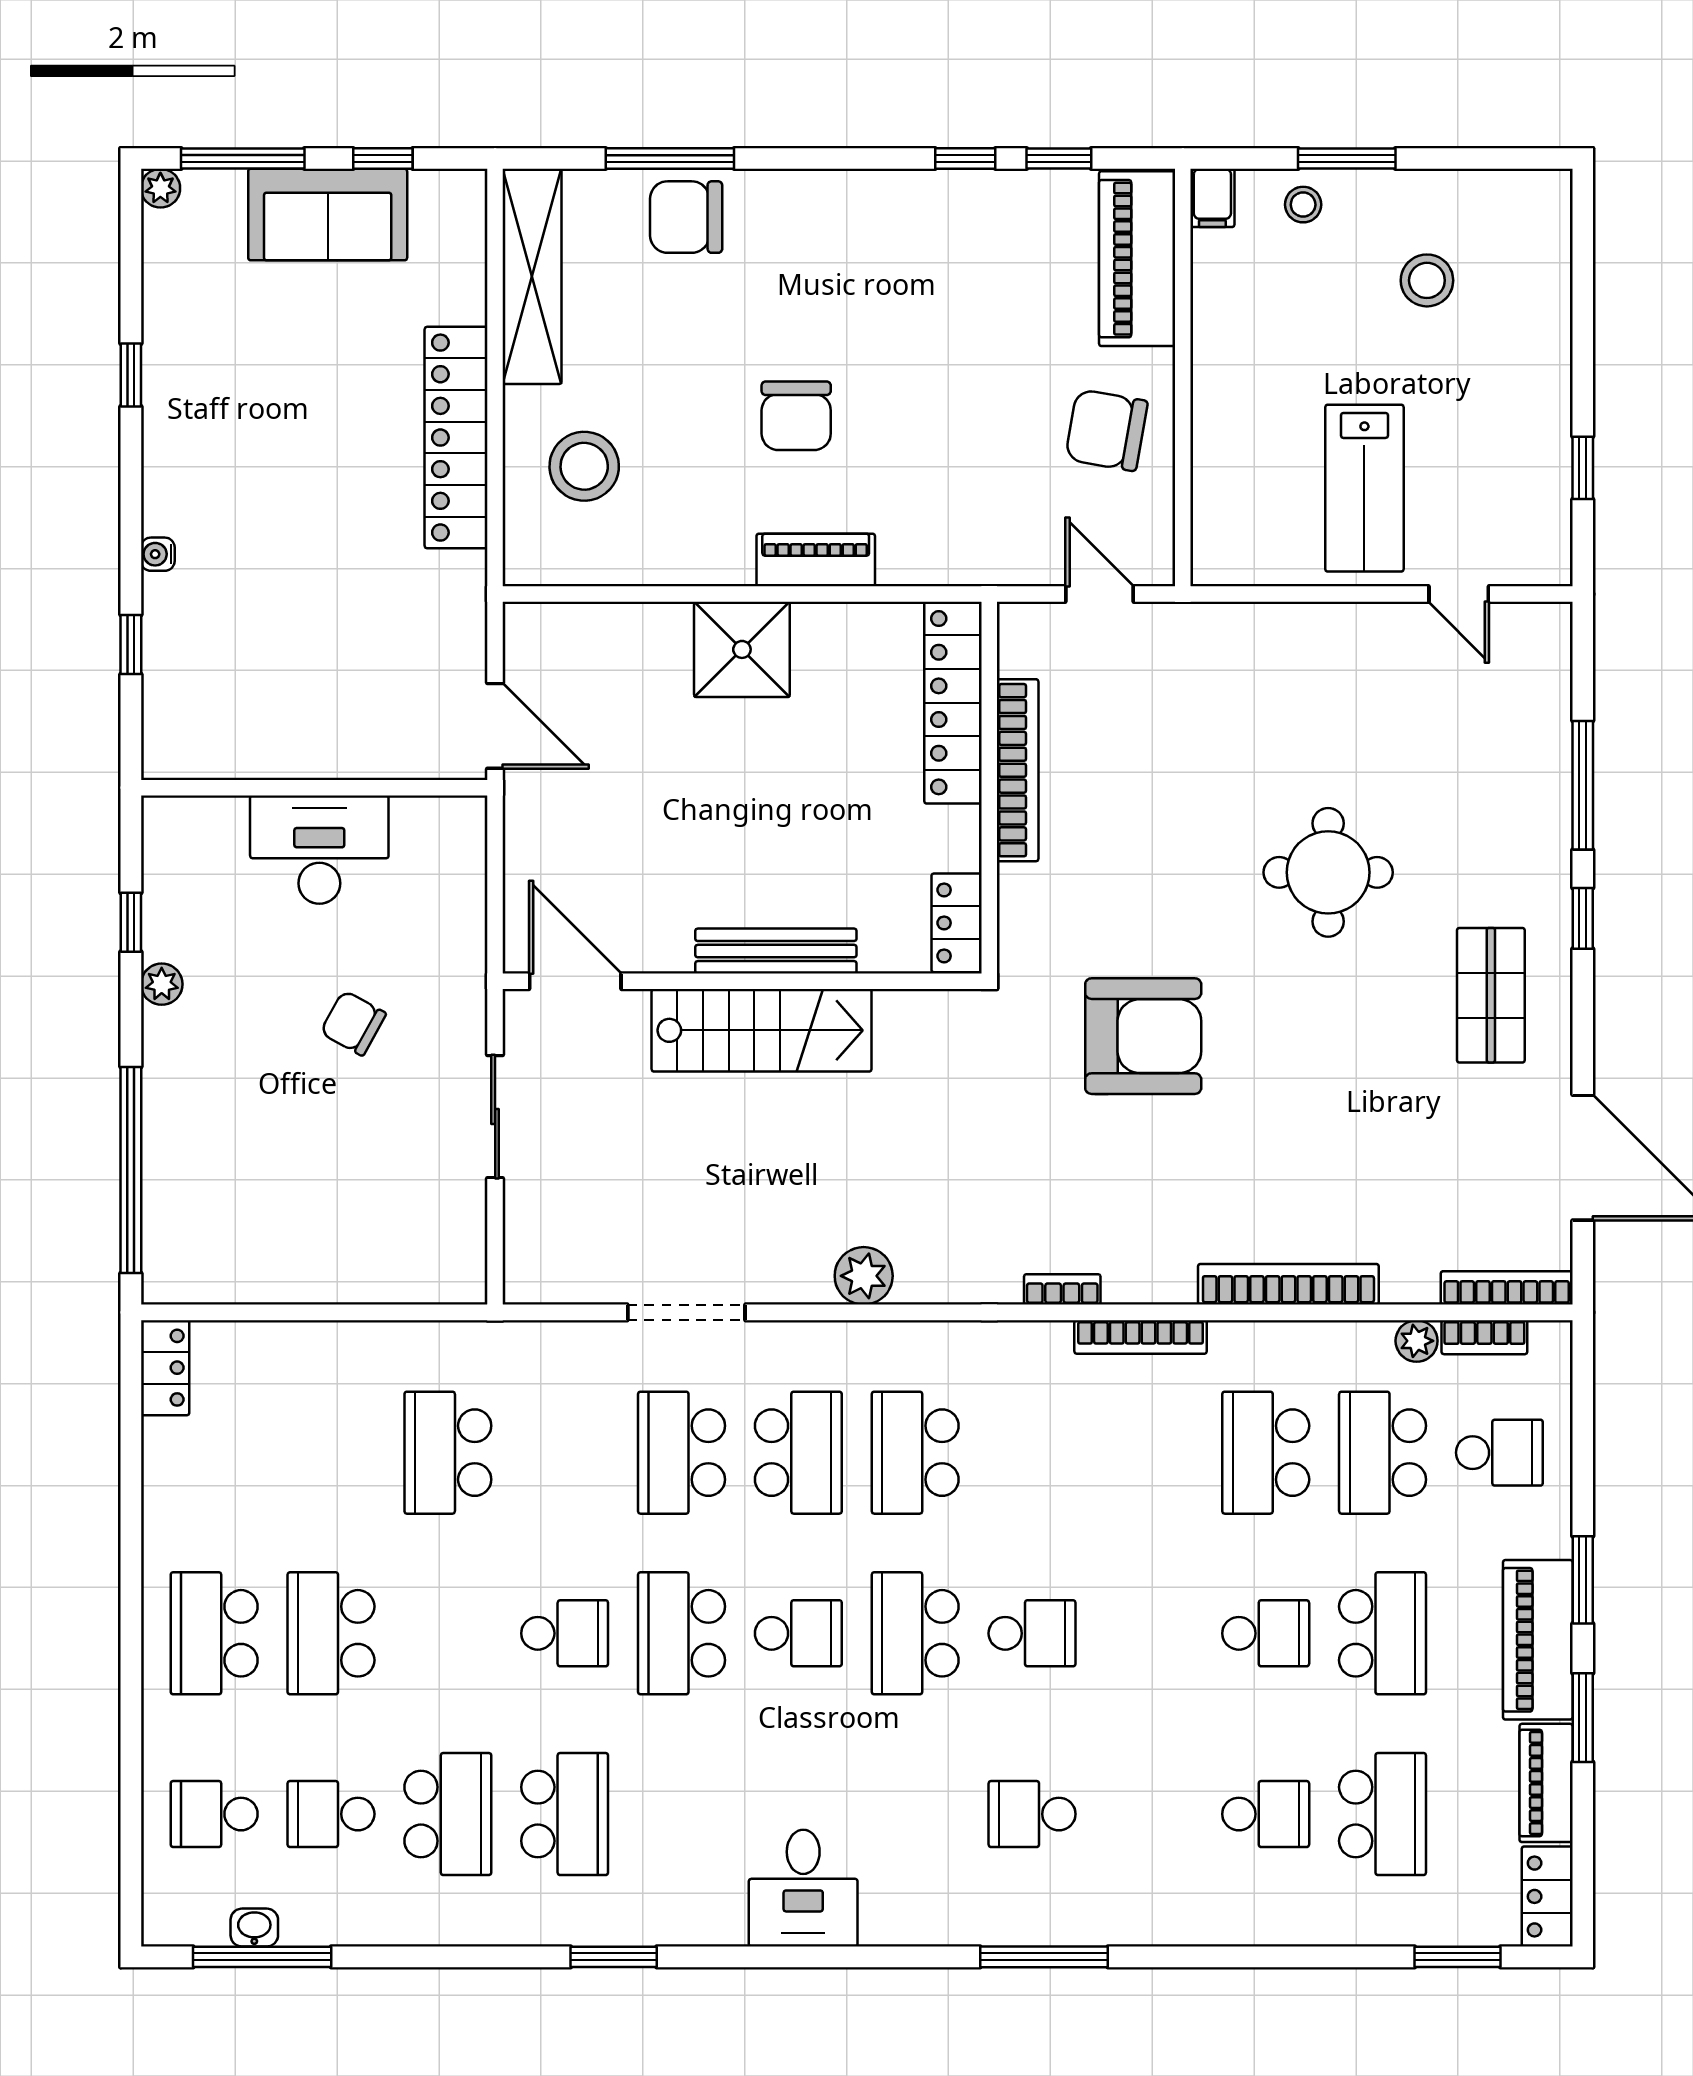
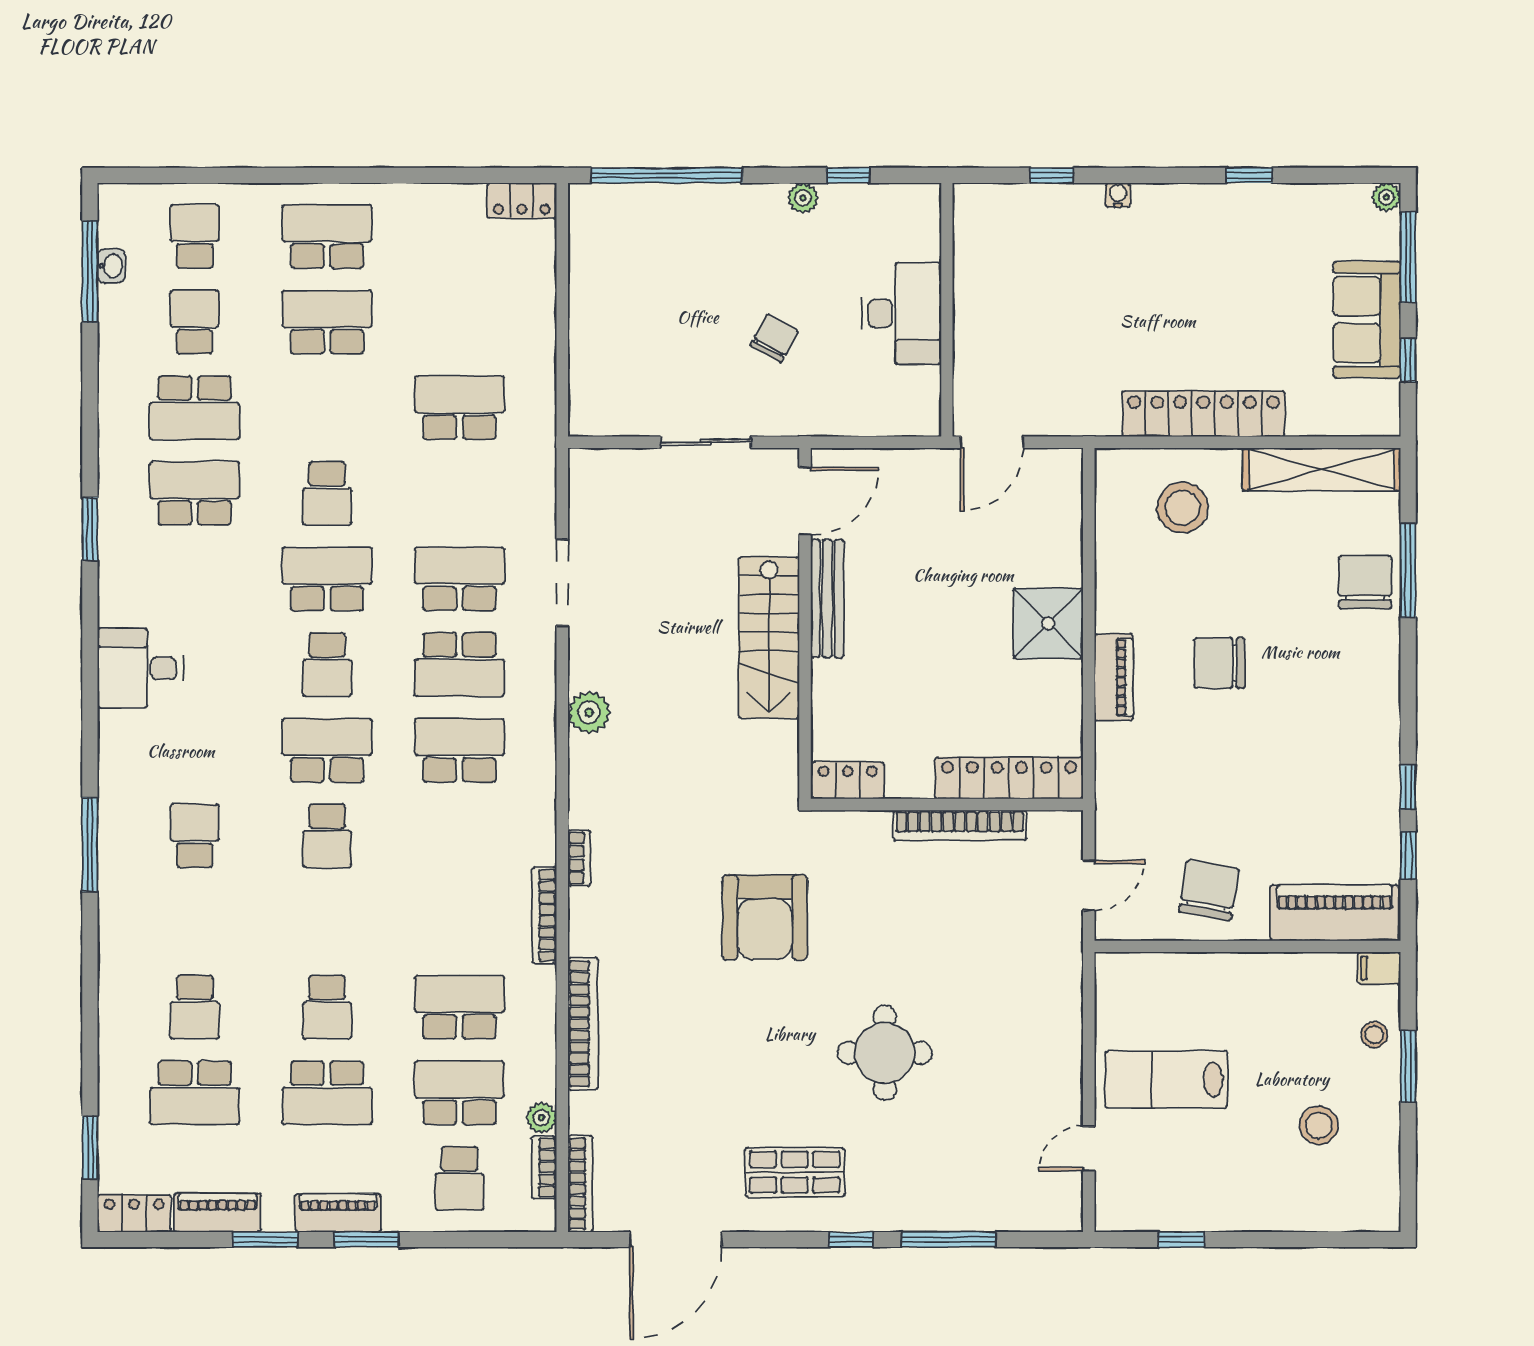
bench: (776, 951) -> (827, 599), moved
piano: (1538, 1640) -> (338, 1213), width x0.73, depth x0.75
school desk: (565, 1814) -> (195, 493), turned 180

